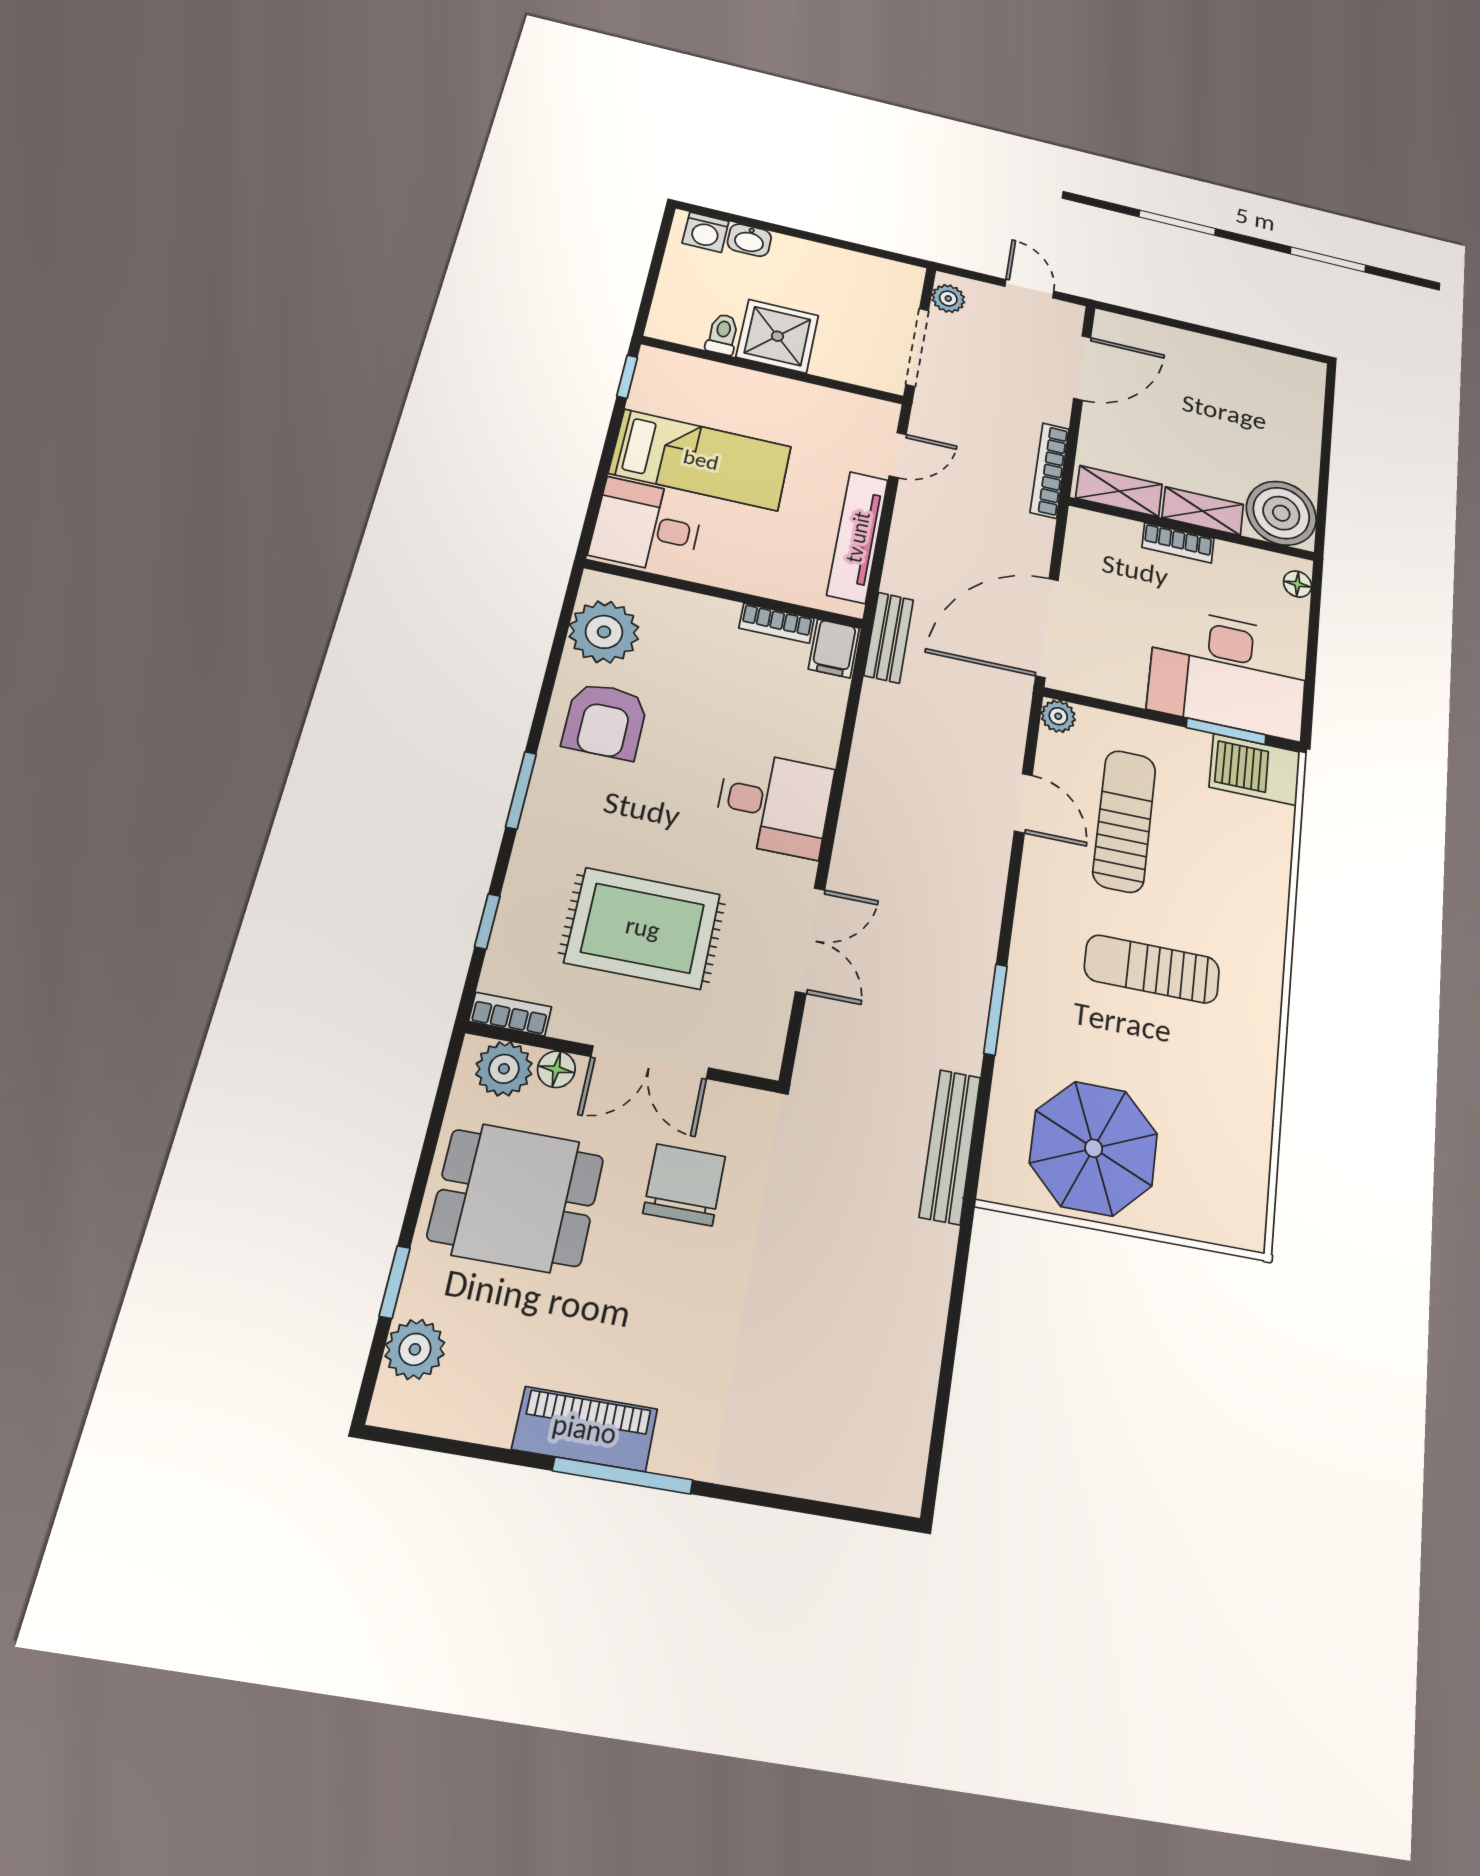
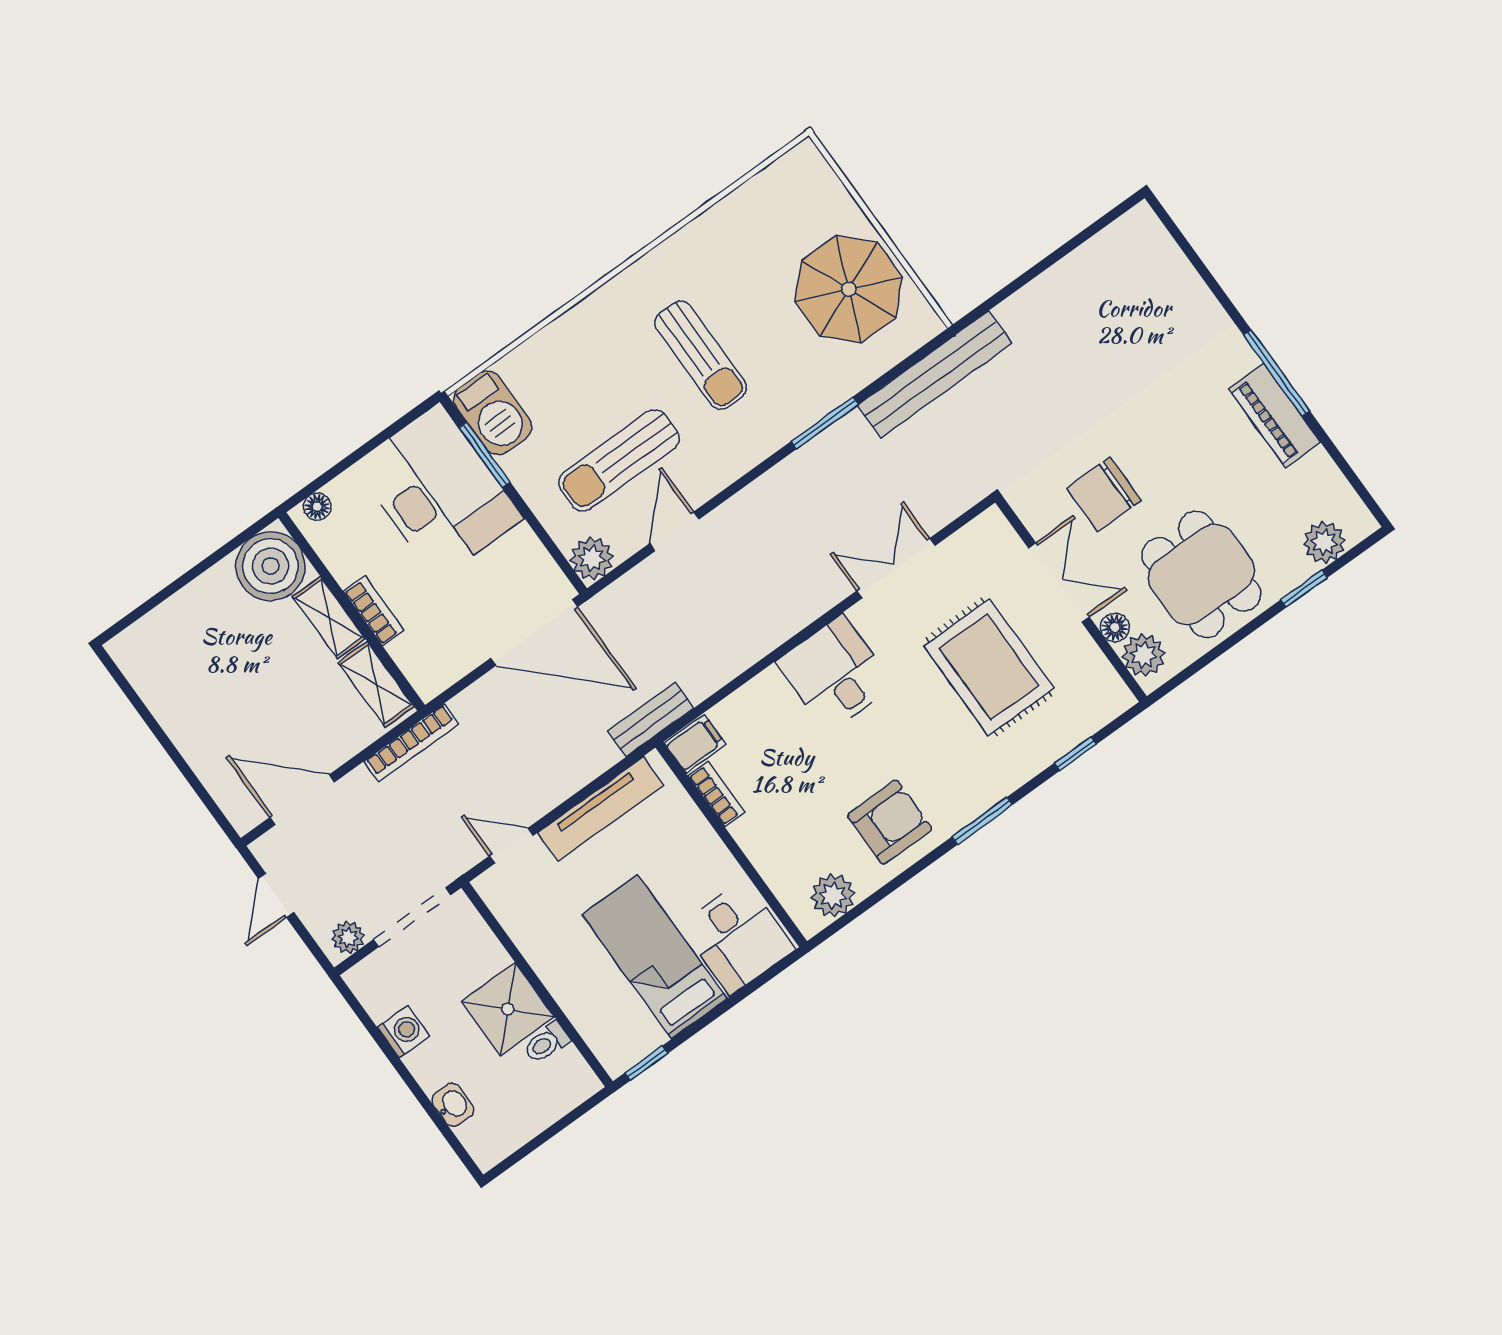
washing machine: (705, 232) -> (404, 1032), moved
plant: (604, 632) -> (833, 896), width x0.73, depth x0.73
plant: (1058, 716) -> (592, 558), width x1.38, depth x1.38
bookcase: (510, 1014) -> (1112, 685), removed
bench: (950, 1146) -> (935, 374), width x1.37, depth x1.21

